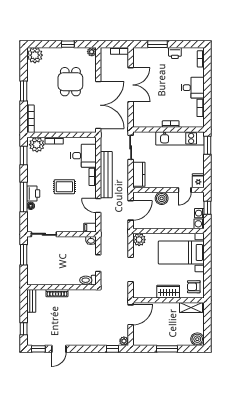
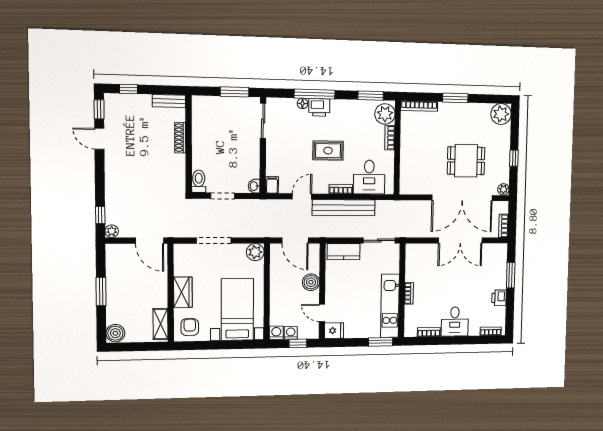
double door: (98, 105) -> (462, 198), moved
rug: (64, 187) -> (328, 151), turned 90

